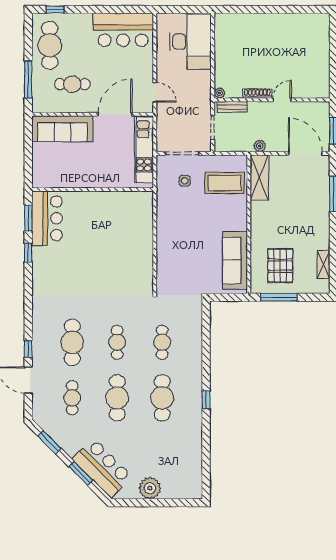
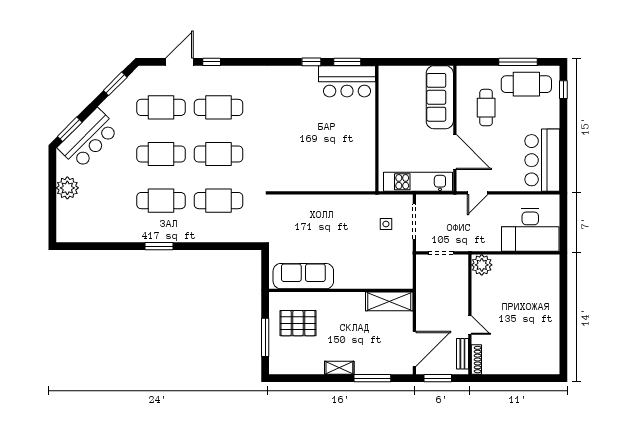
window: (28, 80) -> (518, 62), moved
plant: (219, 93) -> (482, 265), width x1.87, depth x1.87
shoe rack: (257, 94) -> (476, 360), moved
bench: (232, 107) -> (462, 354), moved
plant: (260, 146) -> (422, 302), removed
coffee table: (225, 183) -> (384, 265), removed
shelving: (323, 265) -> (339, 368), moved
window: (279, 297) -> (265, 337), moved
cafe table: (117, 342) -> (219, 154), width x1.37, depth x1.35
cafe table: (162, 342) -> (219, 201), width x1.37, depth x1.35
cafe table: (72, 398) -> (161, 107), width x1.37, depth x1.35
window: (206, 400) -> (159, 246), width x1.50
window: (81, 473) -> (70, 129), moved

